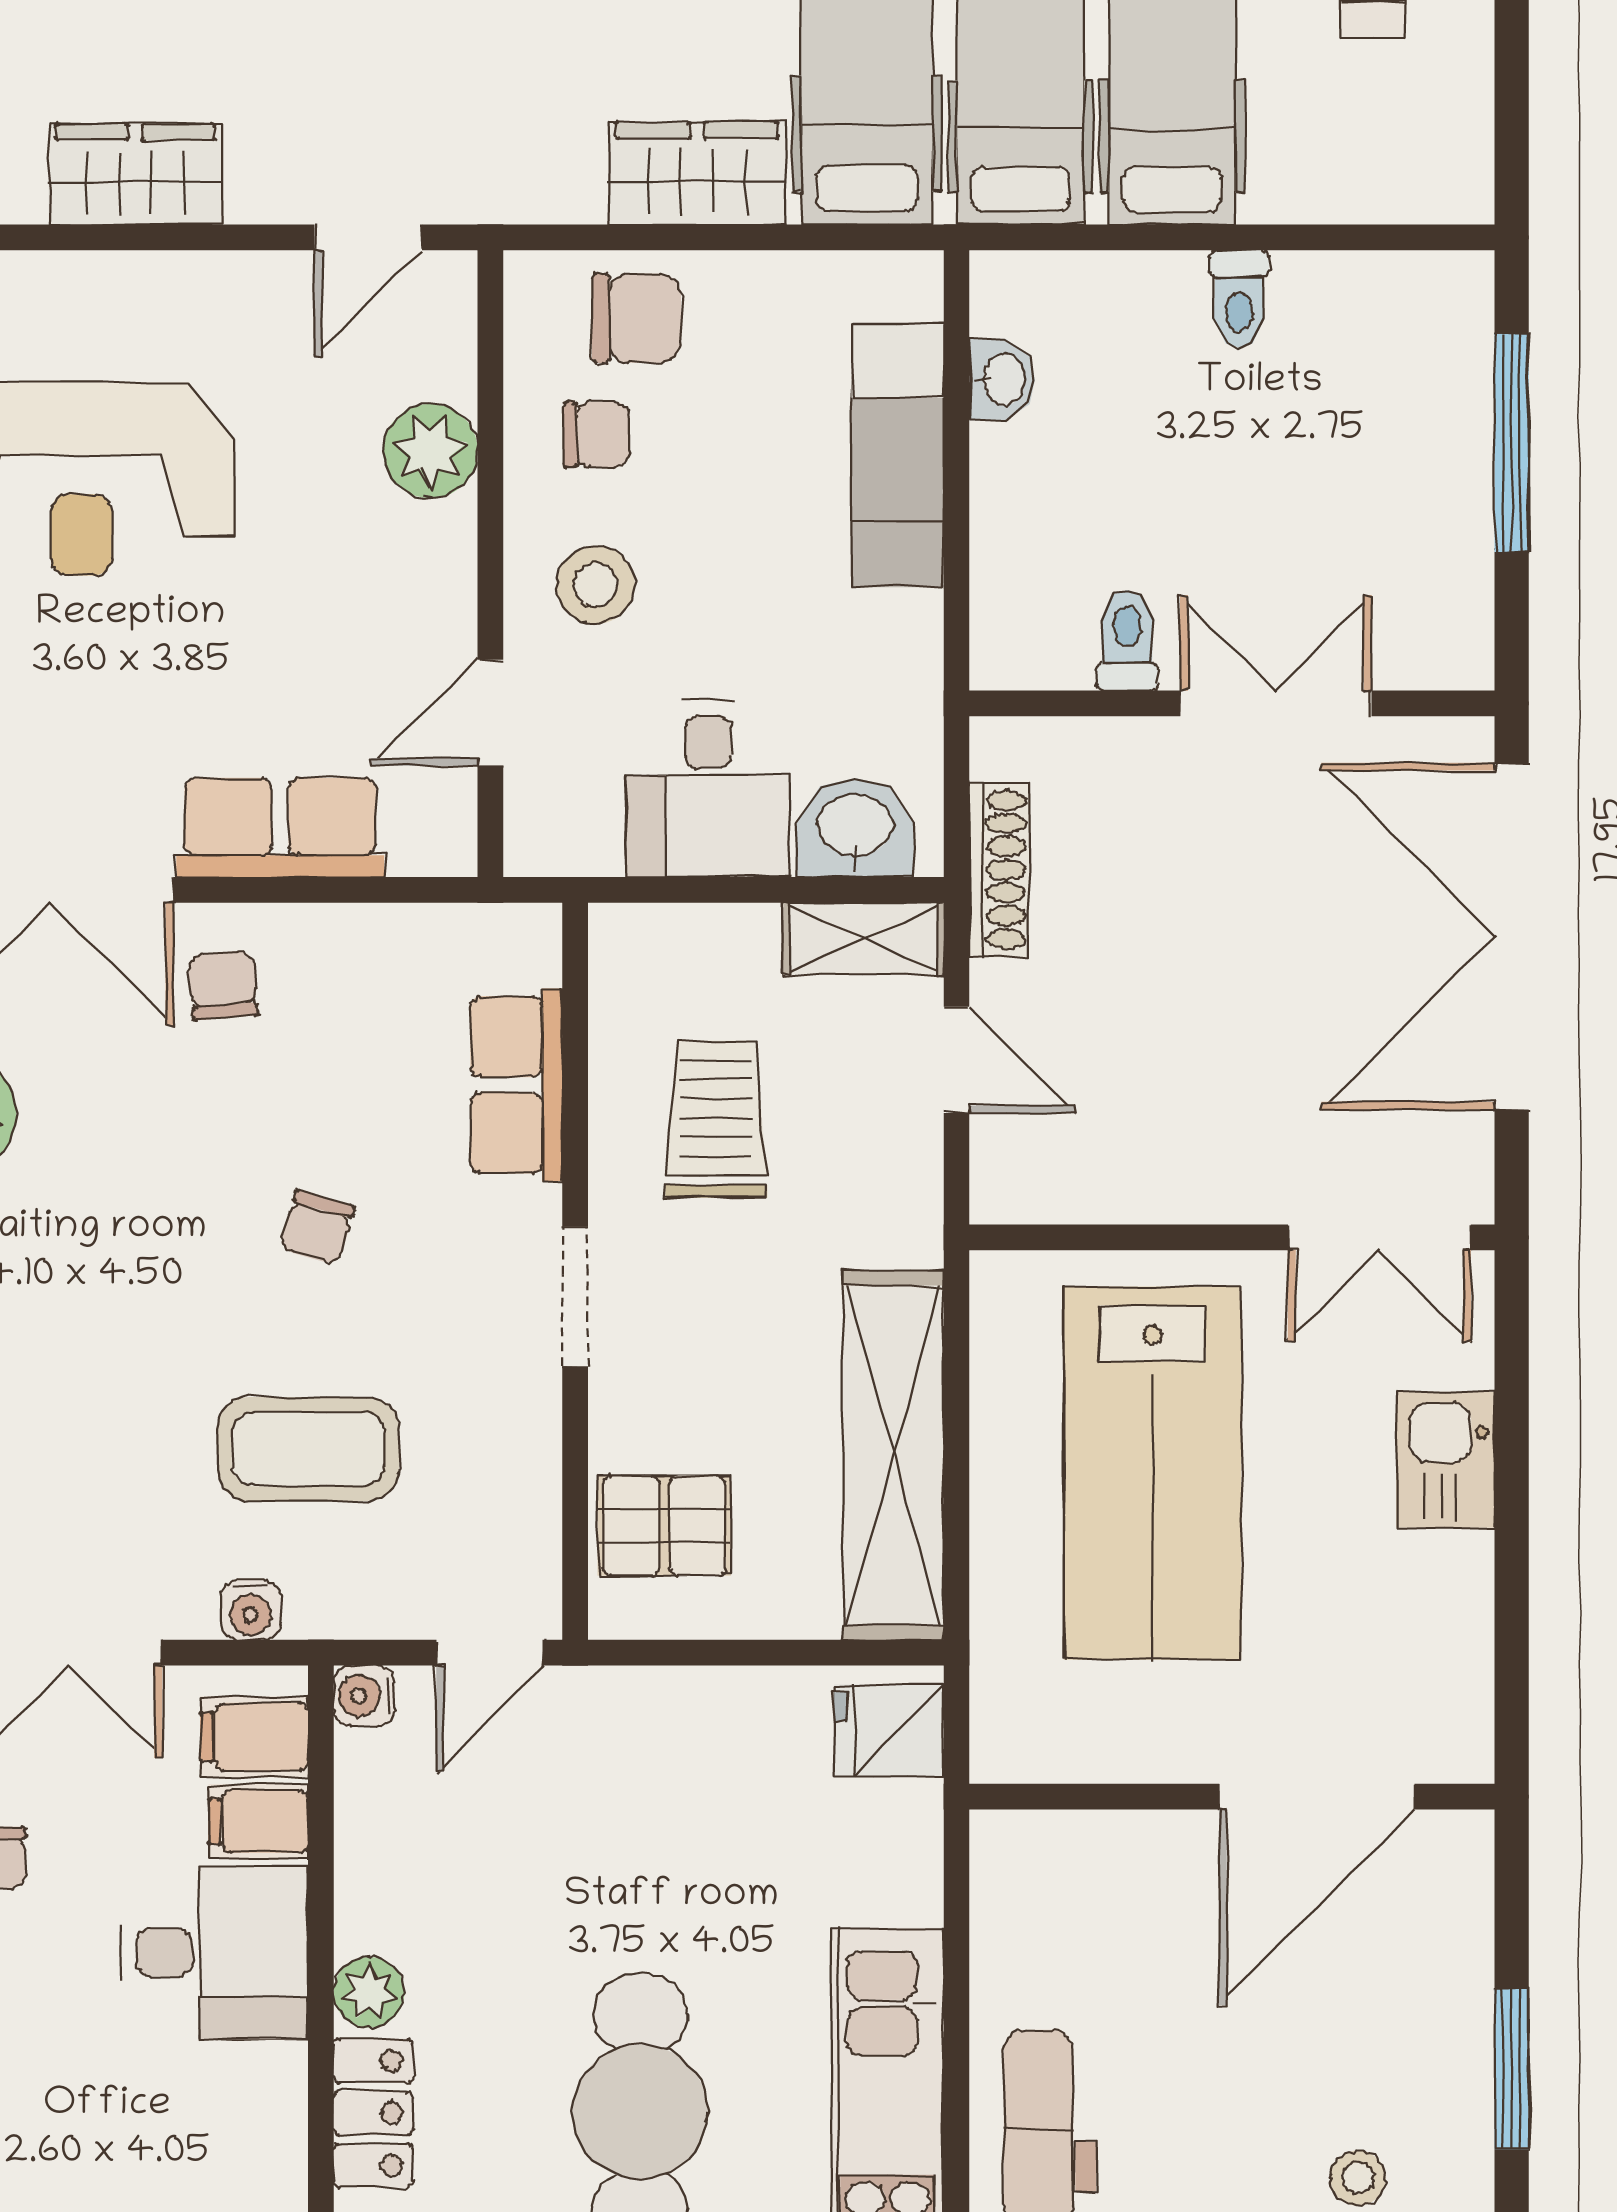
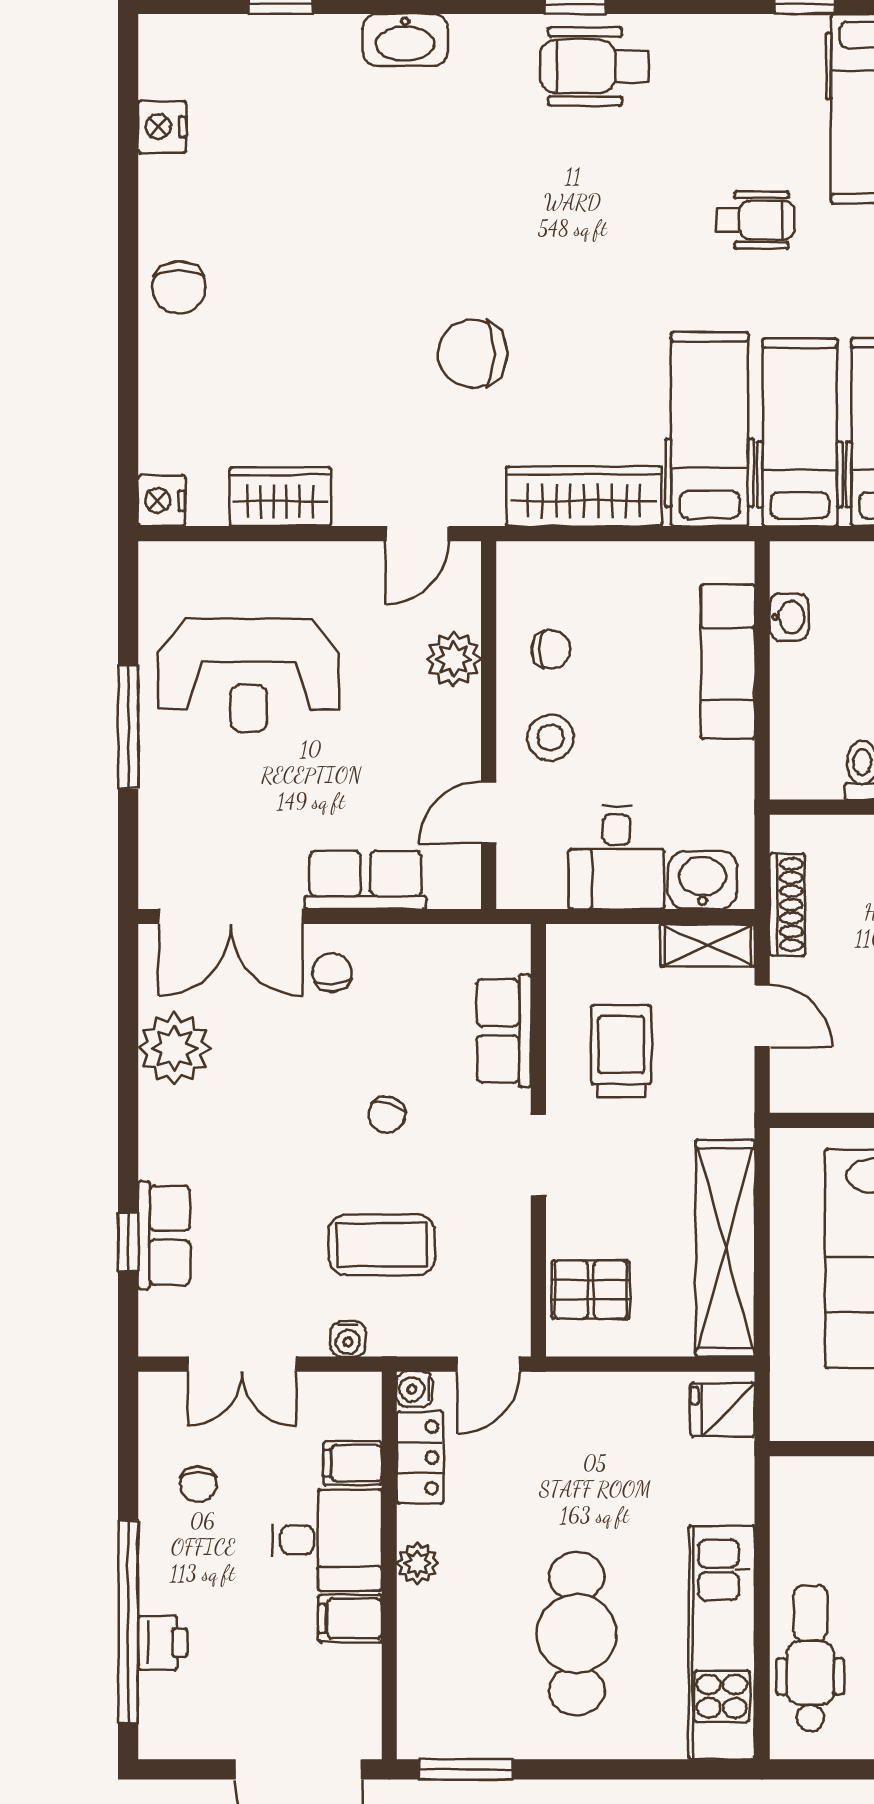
wardrobe: (697, 173) -> (584, 496), width x1.50
chair: (636, 318) -> (574, 581), removed
filing cabinet: (254, 1737) -> (350, 1619), moved
locker: (373, 2113) -> (420, 1457), moved

